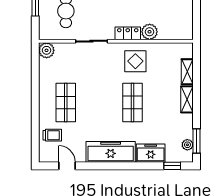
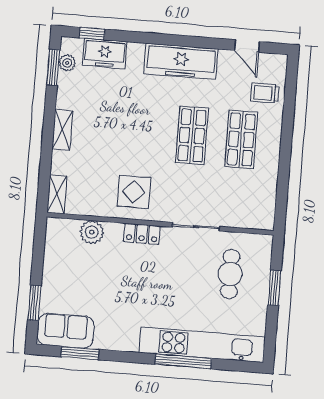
plant: (150, 32) -> (92, 232), moved
plant: (47, 50) -> (263, 218), removed
shelving: (187, 72) -> (57, 194), moved
shop shelf: (133, 102) -> (192, 135), moved
freezer: (151, 153) -> (105, 53), moved

